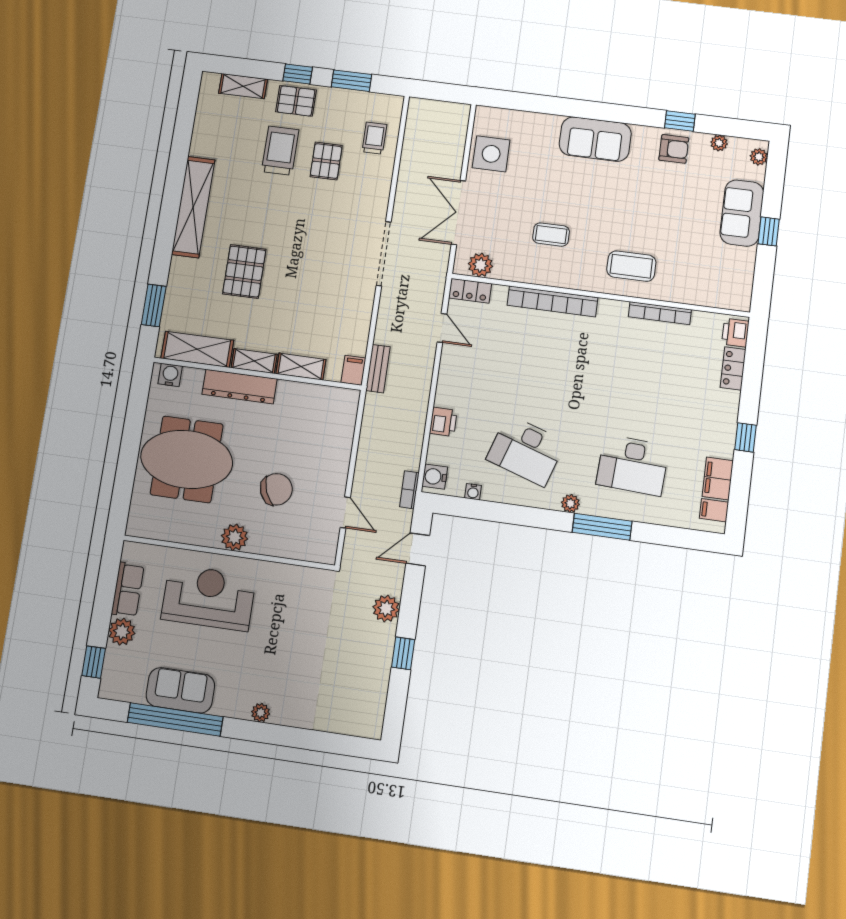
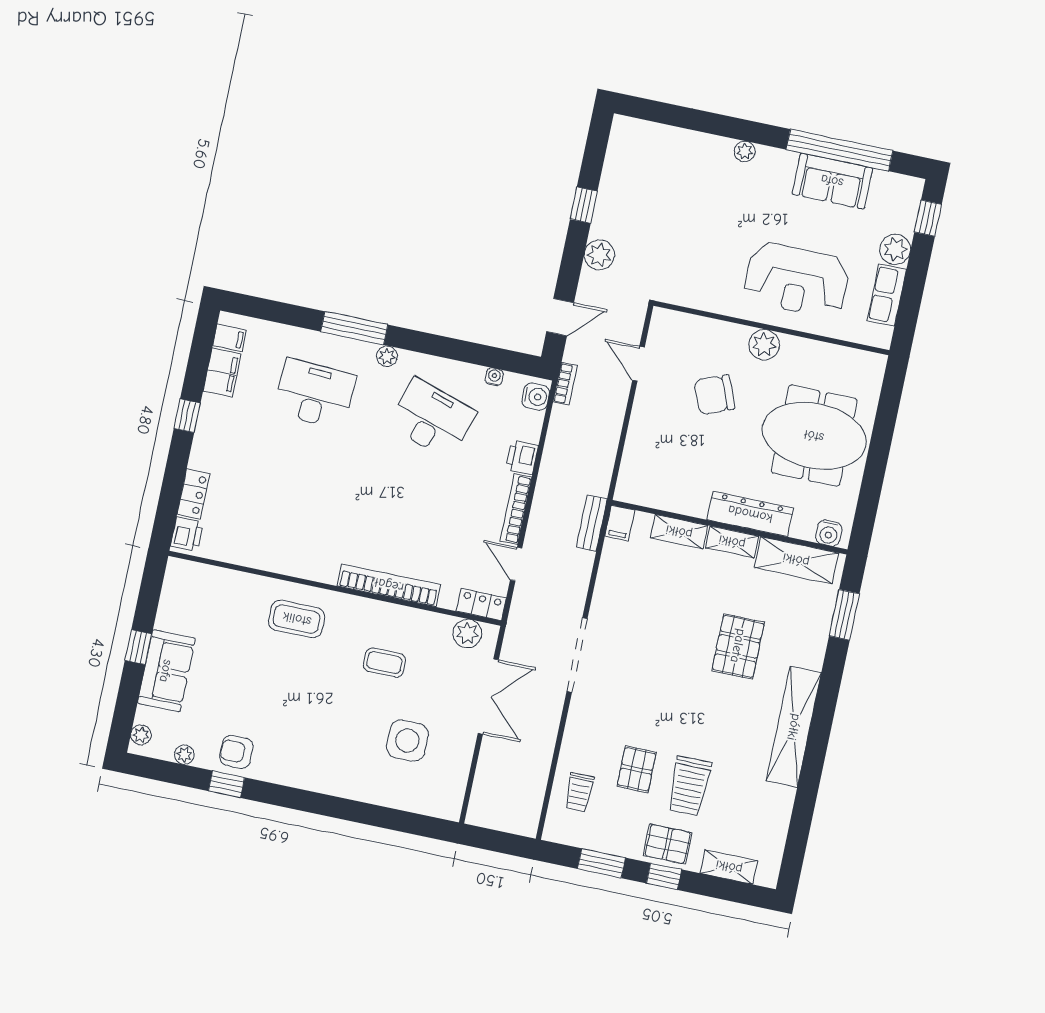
sofa: (595, 139) -> (325, 771), removed
side table: (491, 154) -> (407, 741), moved
bookcase: (660, 313) -> (516, 509), moved, turned -90

